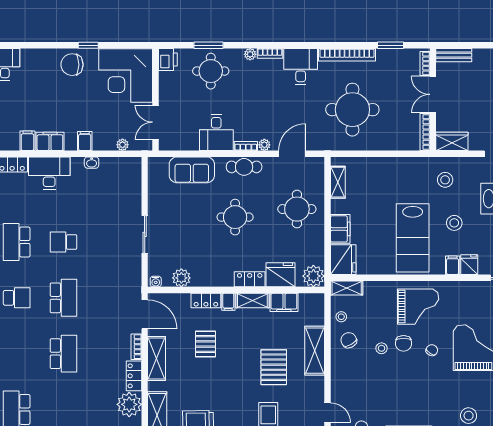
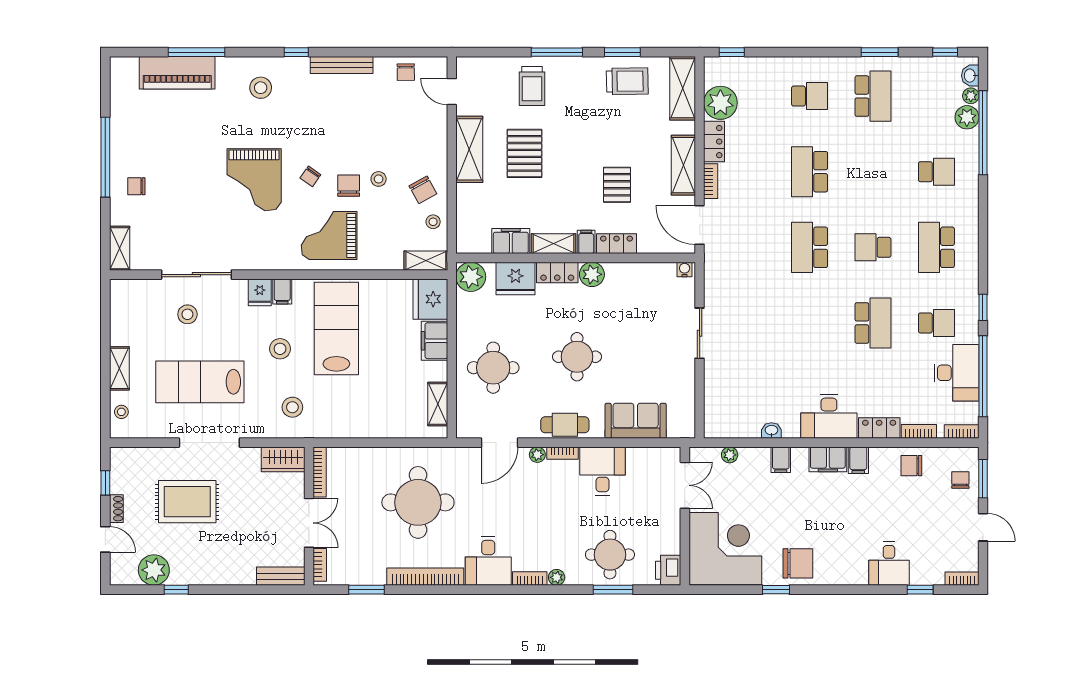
school desk: (63, 242) -> (810, 96), moved
plant: (181, 278) -> (592, 274), moved
shelving: (315, 351) -> (469, 149), moved

